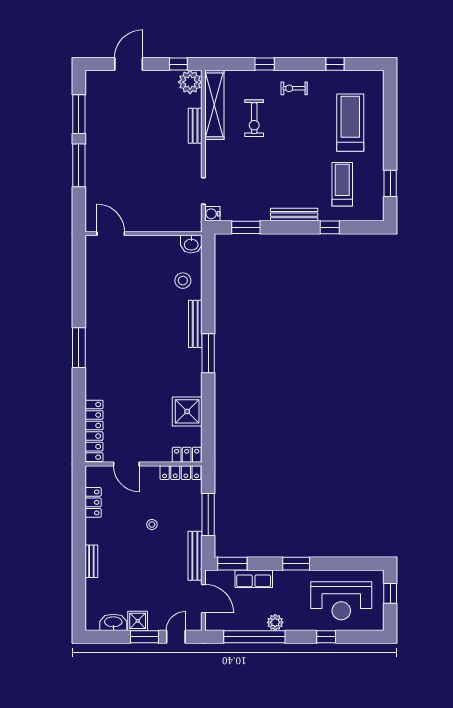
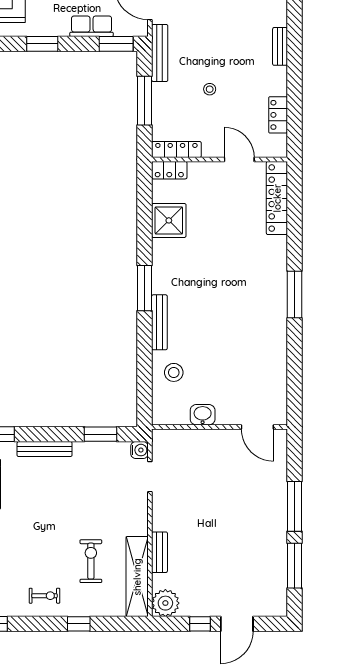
window: (178, 64) -> (200, 624), moved
washbasin: (191, 244) -> (203, 415), moved

